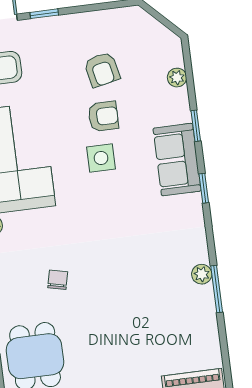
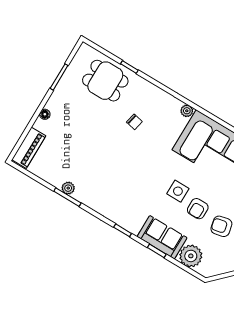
plant: (177, 78) -> (191, 256), width x1.87, depth x1.87
sofa: (177, 160) -> (162, 237), moved
plant: (202, 274) -> (68, 188), moved

